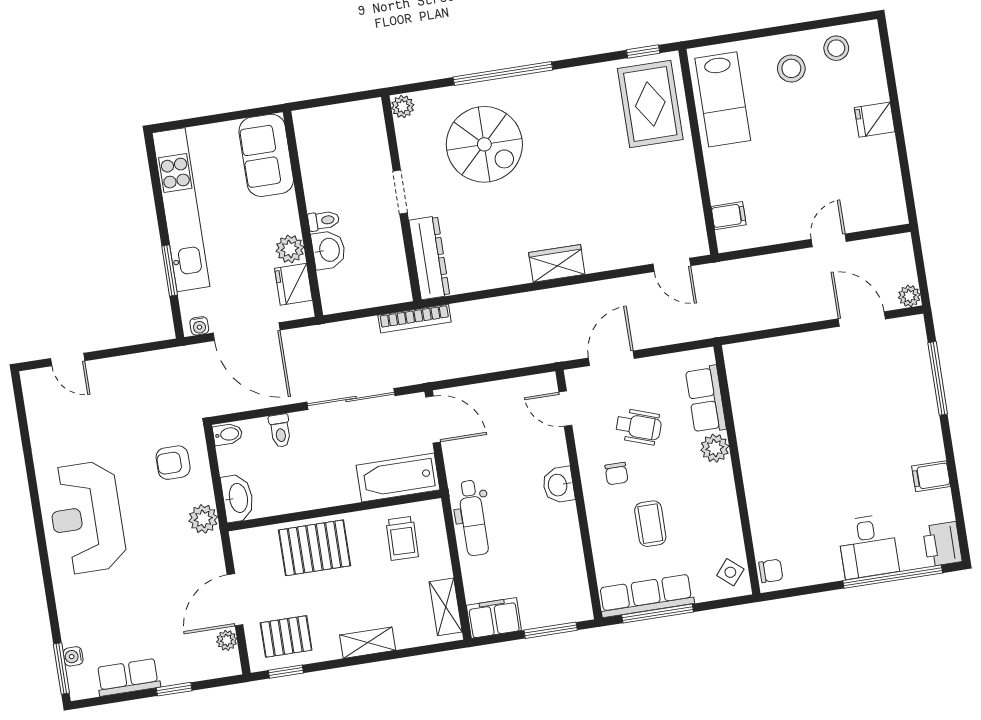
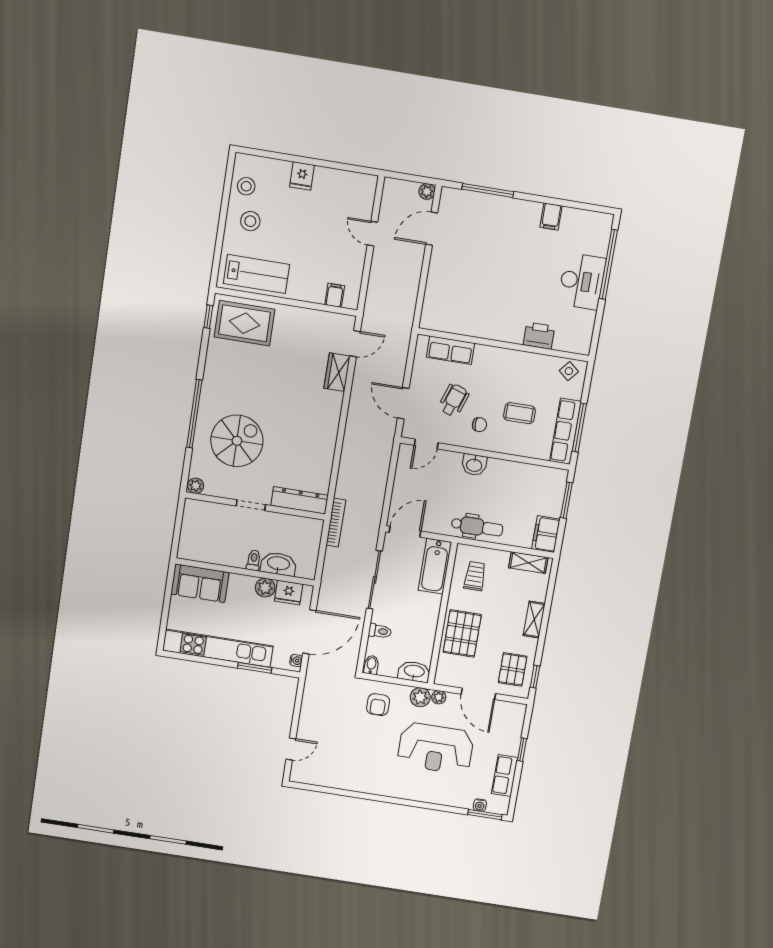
washbasin: (329, 250) -> (278, 564), width x1.38
wardrobe: (557, 263) -> (337, 372), moved
plant: (715, 448) -> (484, 355), removed
reception desk: (87, 518) -> (436, 748), moved
trolley: (402, 538) -> (475, 576), turned -91
printer: (942, 544) -> (539, 336), moved, turned 180
desk: (868, 546) -> (582, 281), width x1.37
chair: (771, 571) -> (577, 344), removed
plant: (227, 640) -> (439, 697), moved

